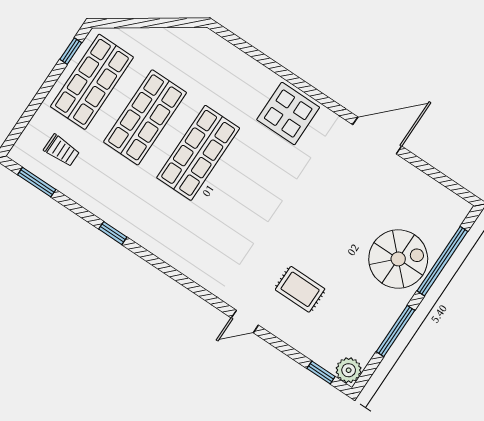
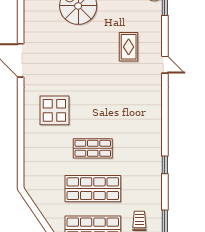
display table: (288, 114) -> (54, 110), moved
shop shelf: (198, 153) -> (93, 148), width x0.70, depth x0.74

